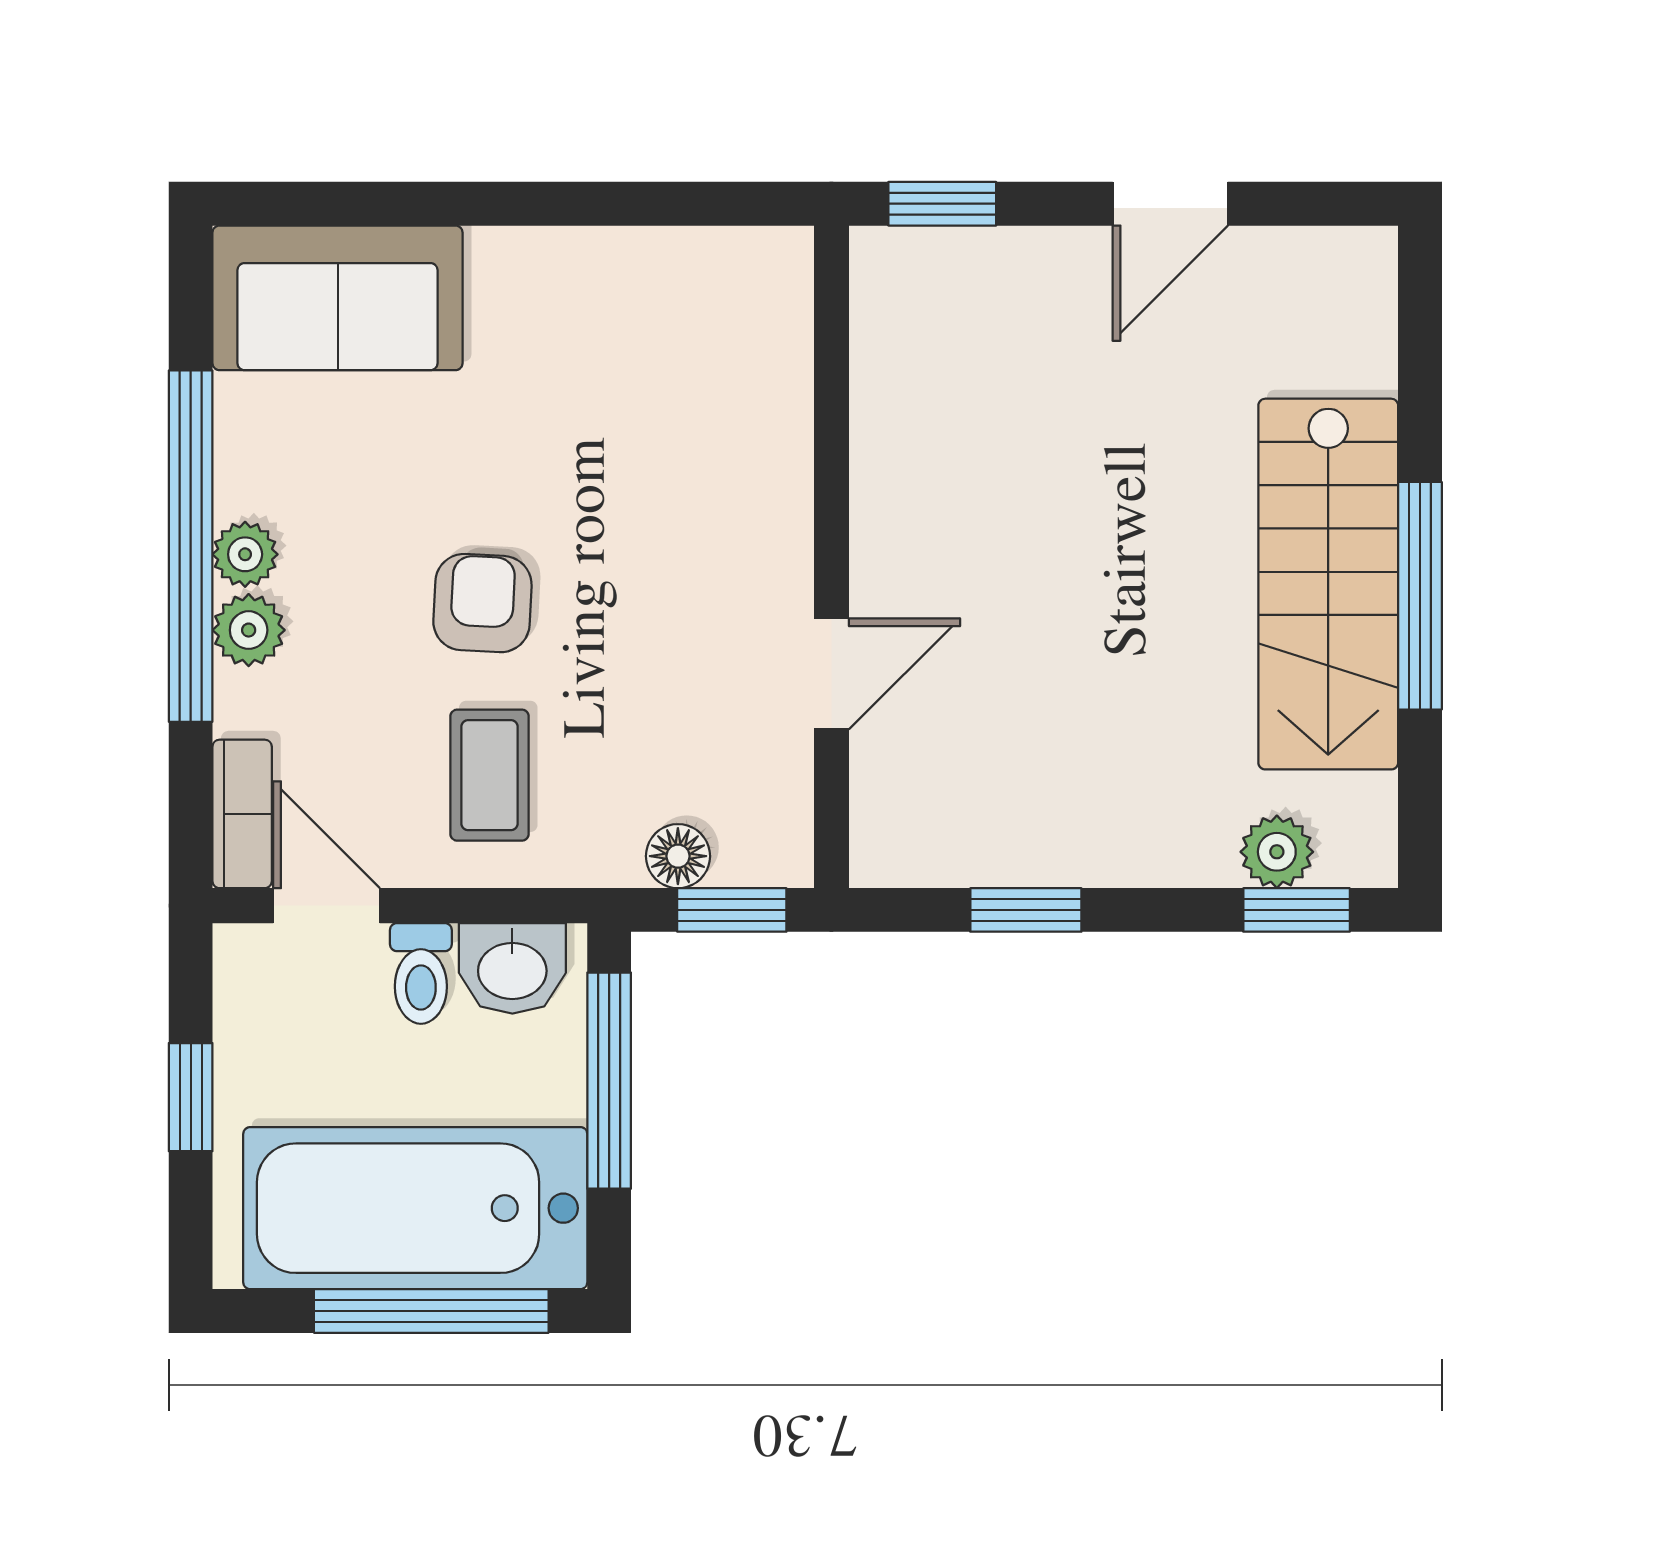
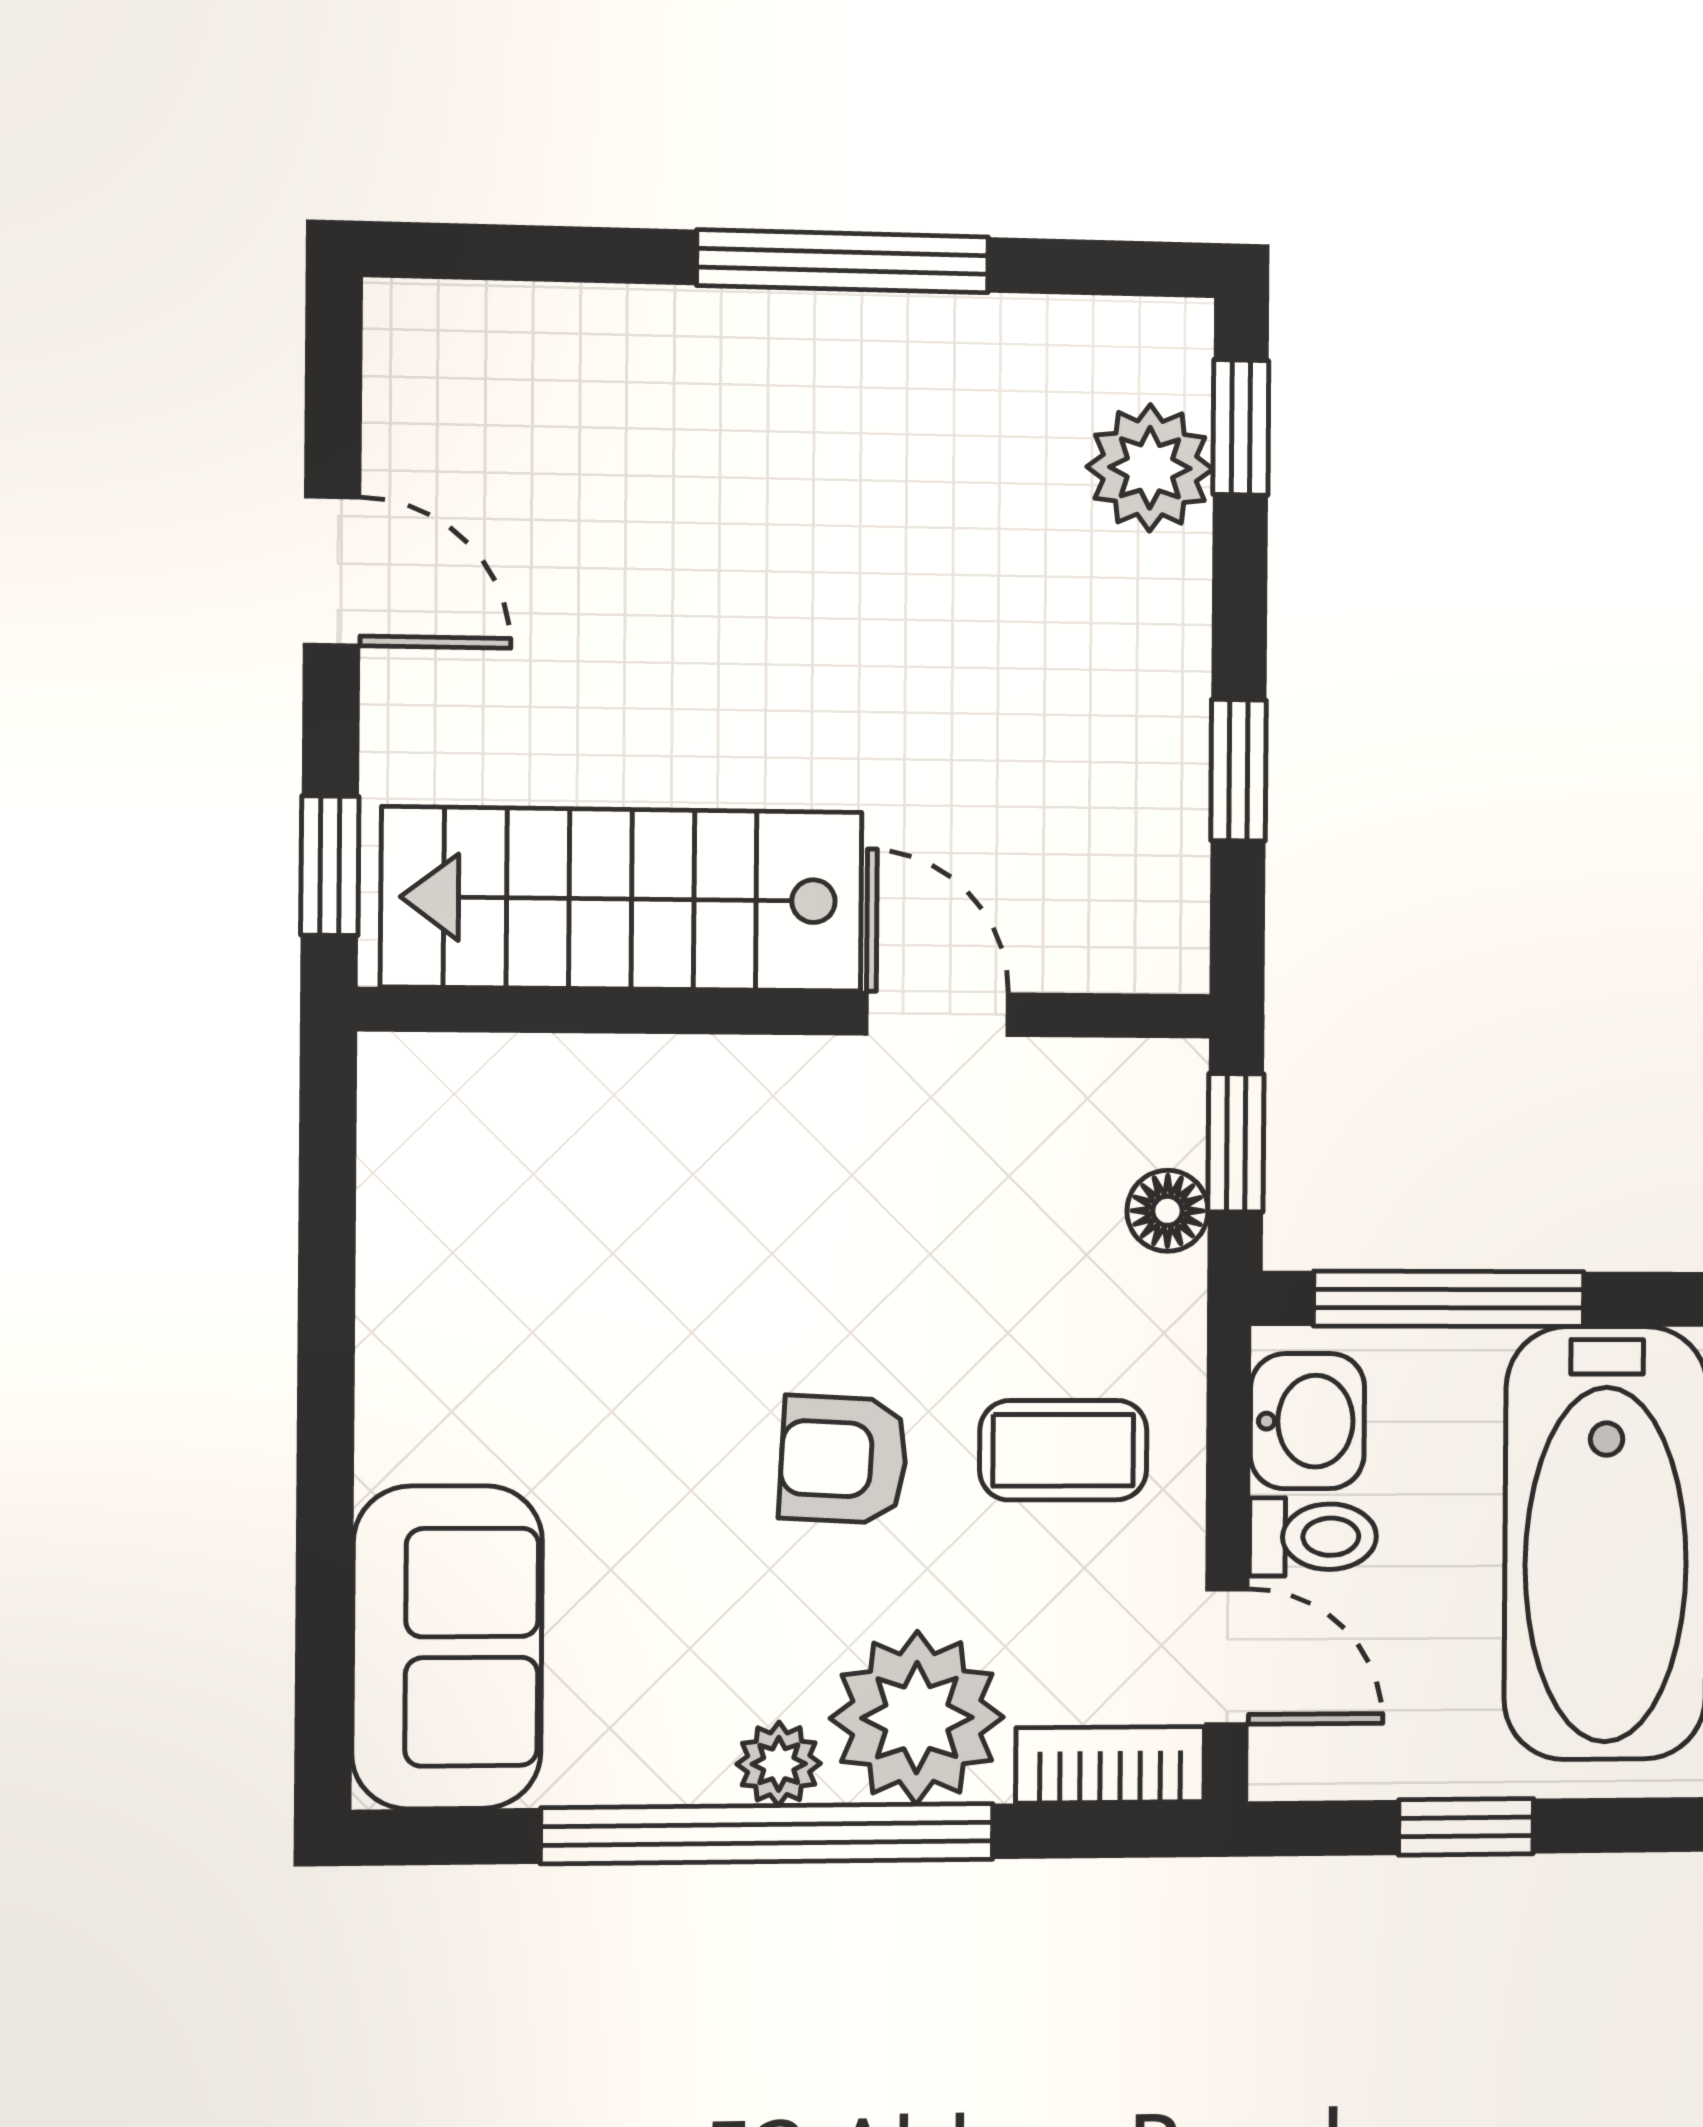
stairs: (1328, 584) -> (622, 899), moved, turned 180
plant: (249, 630) -> (917, 1718), width x1.88, depth x1.88
plant: (1277, 852) -> (1150, 468), width x1.38, depth x1.38
door: (326, 906) -> (1227, 1657), swing flipped

